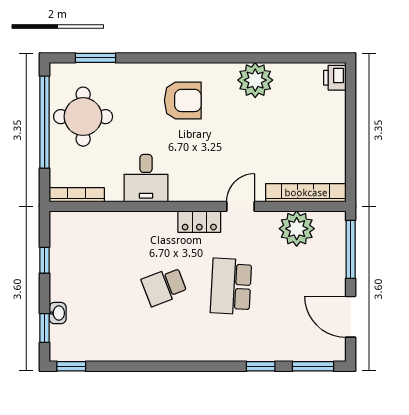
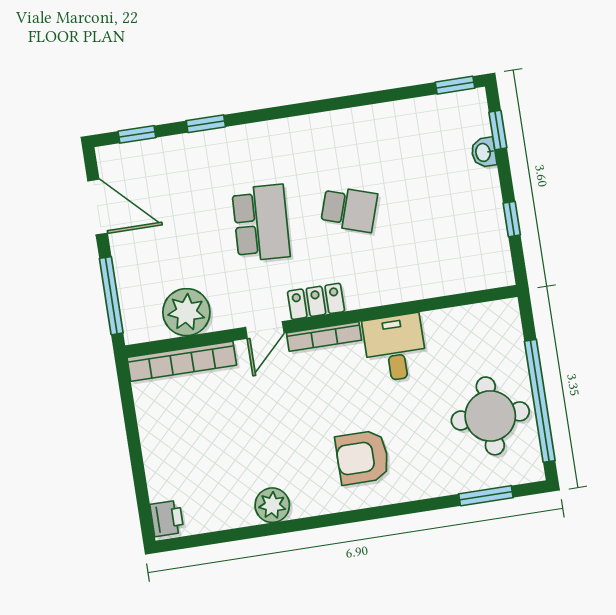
plant: (255, 80) -> (272, 505), width x0.73, depth x0.73
bookcase: (77, 195) -> (324, 336), moved
school desk: (164, 286) -> (349, 209), turned 39
window: (313, 366) -> (137, 134), width x0.67

